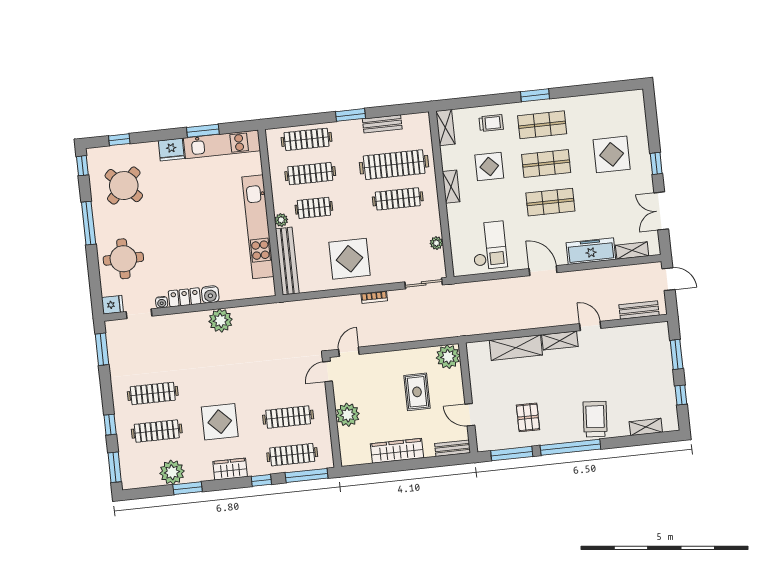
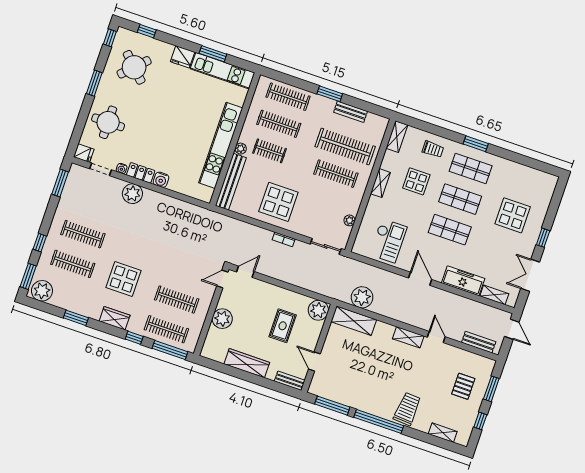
window: (89, 223) -> (94, 83), width x0.69
plant: (221, 320) -> (132, 194), moved
plant: (489, 320) -> (362, 297), added
shelving: (516, 348) -> (354, 321), moved
pallet: (528, 417) -> (463, 386), moved
plant: (172, 472) -> (42, 291), moved

